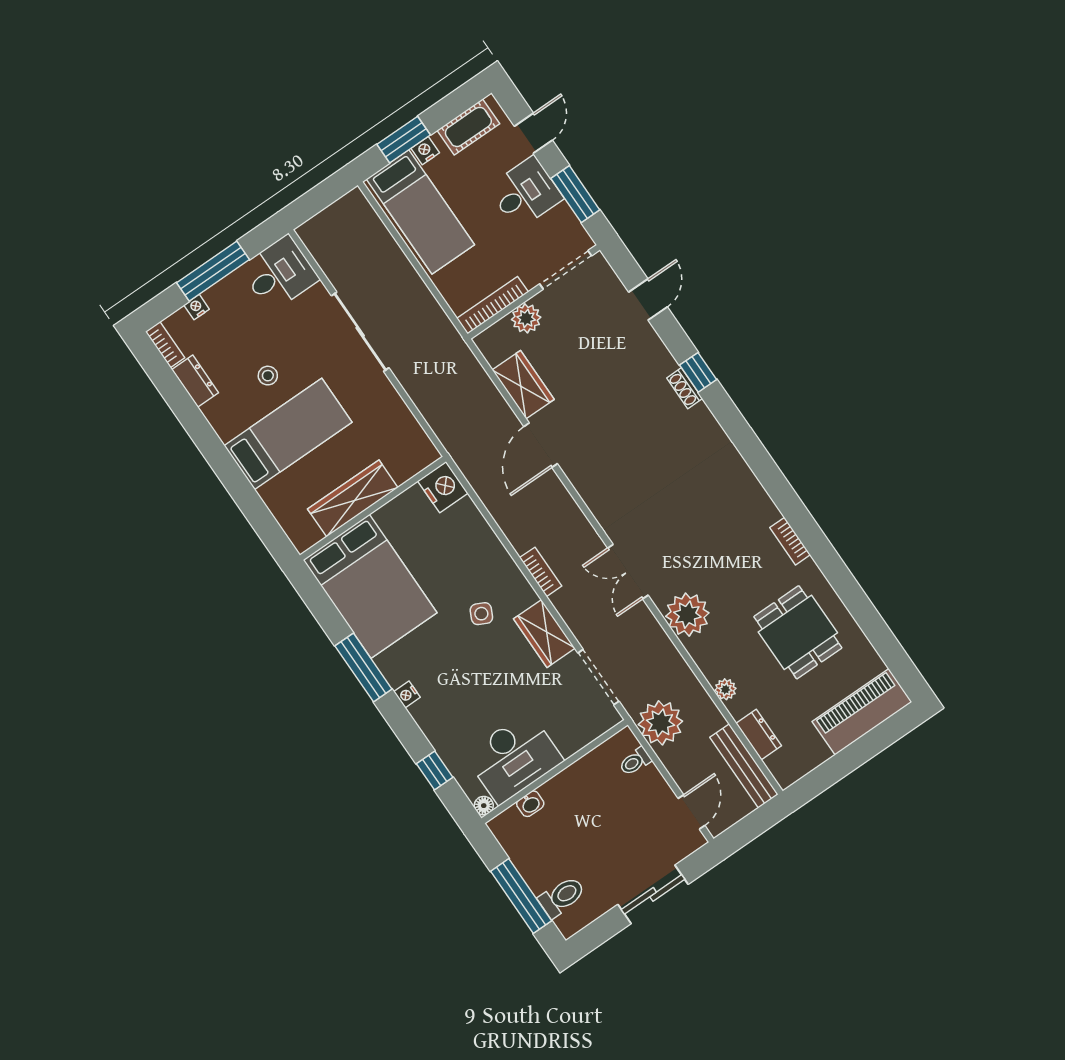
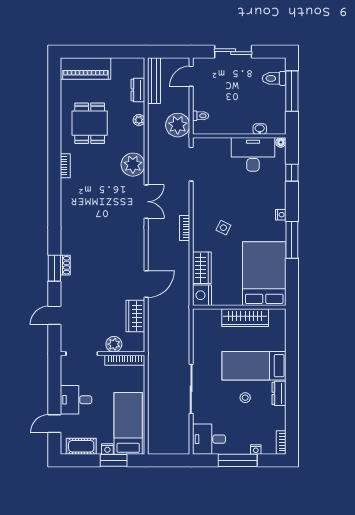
window: (575, 194) -> (54, 384), removed
window: (698, 372) -> (54, 268), width x1.50
dresser: (195, 381) -> (279, 393), moved
wardrobe: (544, 634) -> (202, 268), moved

